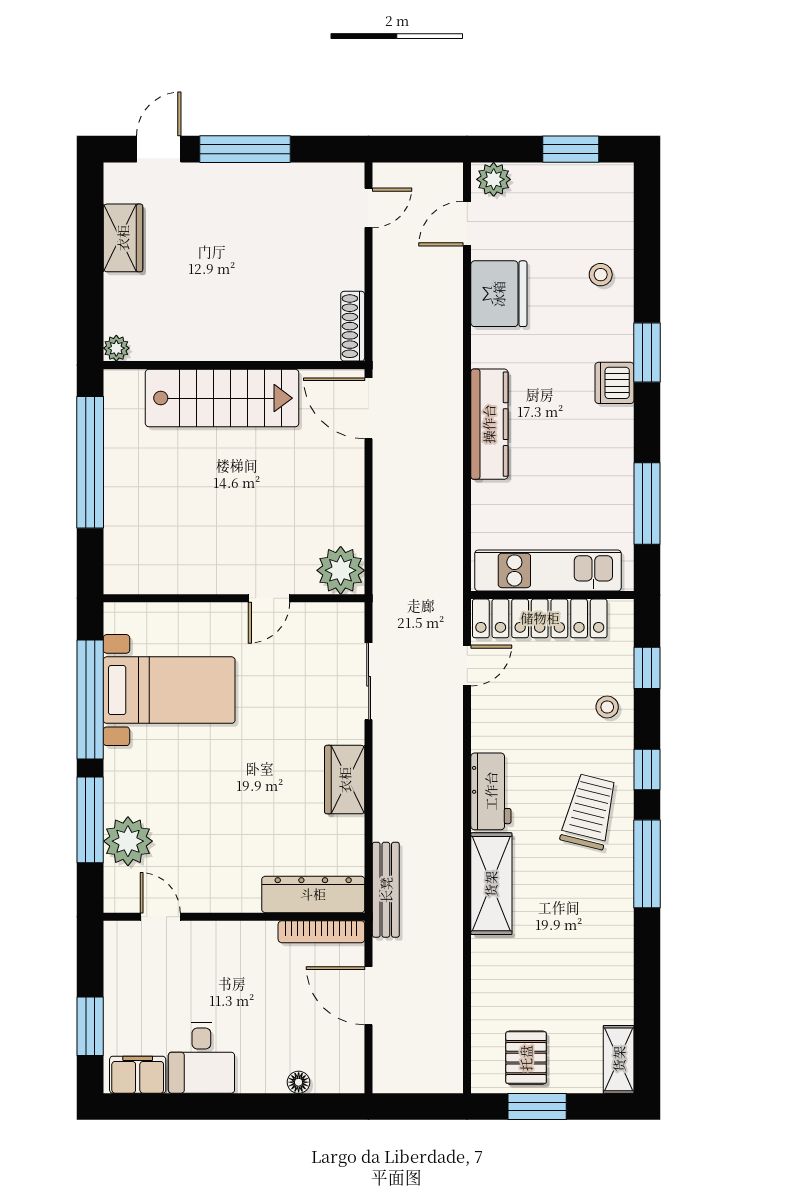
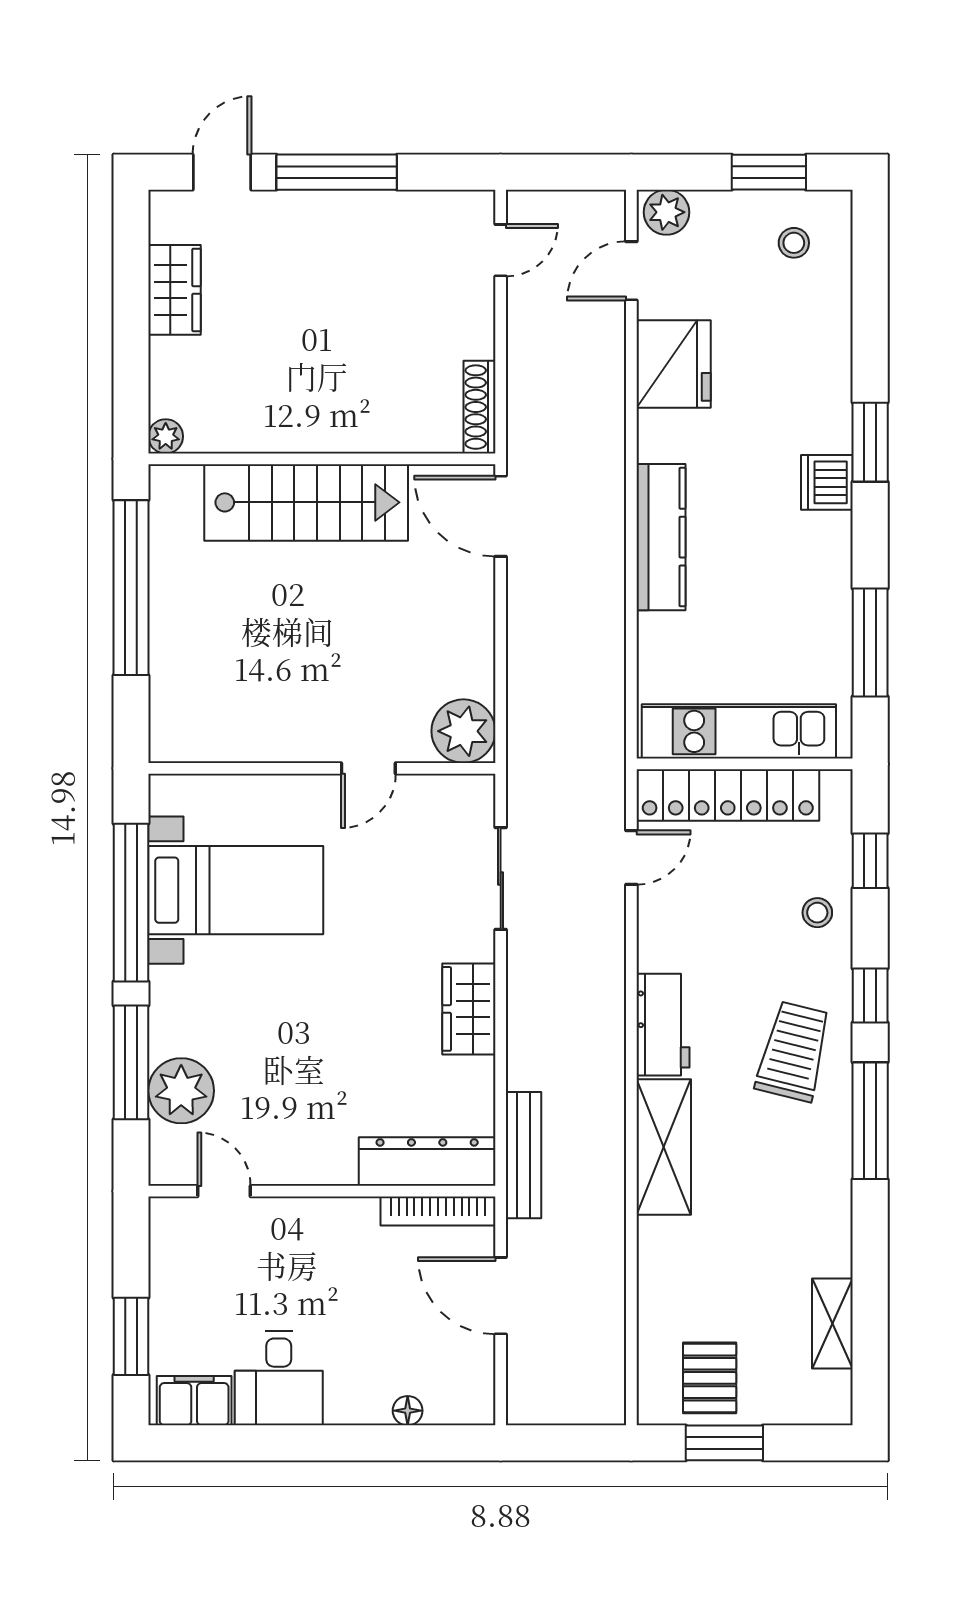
stool: (601, 275) -> (794, 243), moved
shelving: (619, 1059) -> (832, 1323), moved

